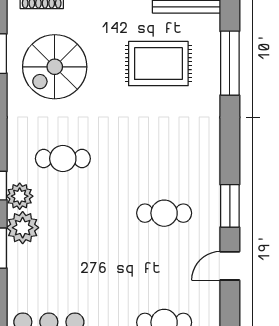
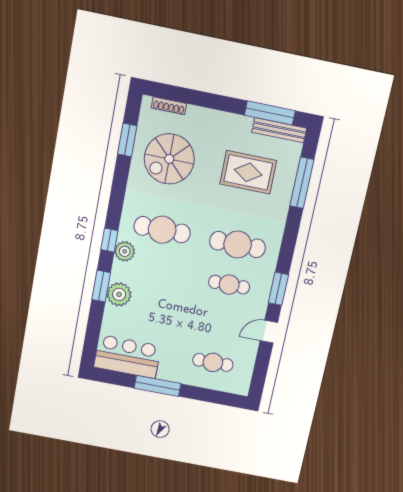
cafe table: (63, 159) -> (162, 230), width x1.37, depth x1.35
cafe table: (164, 159) -> (238, 245), added
plant: (23, 228) -> (119, 294), moved

